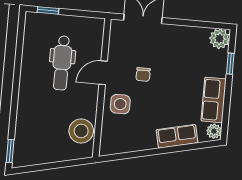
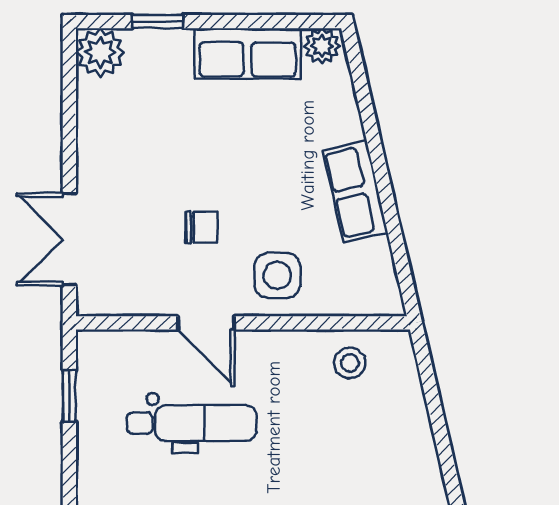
window: (48, 10) -> (69, 396), moved
stool: (81, 131) -> (350, 363), width x0.53, depth x0.53
row of seats: (177, 136) -> (355, 191), moved

